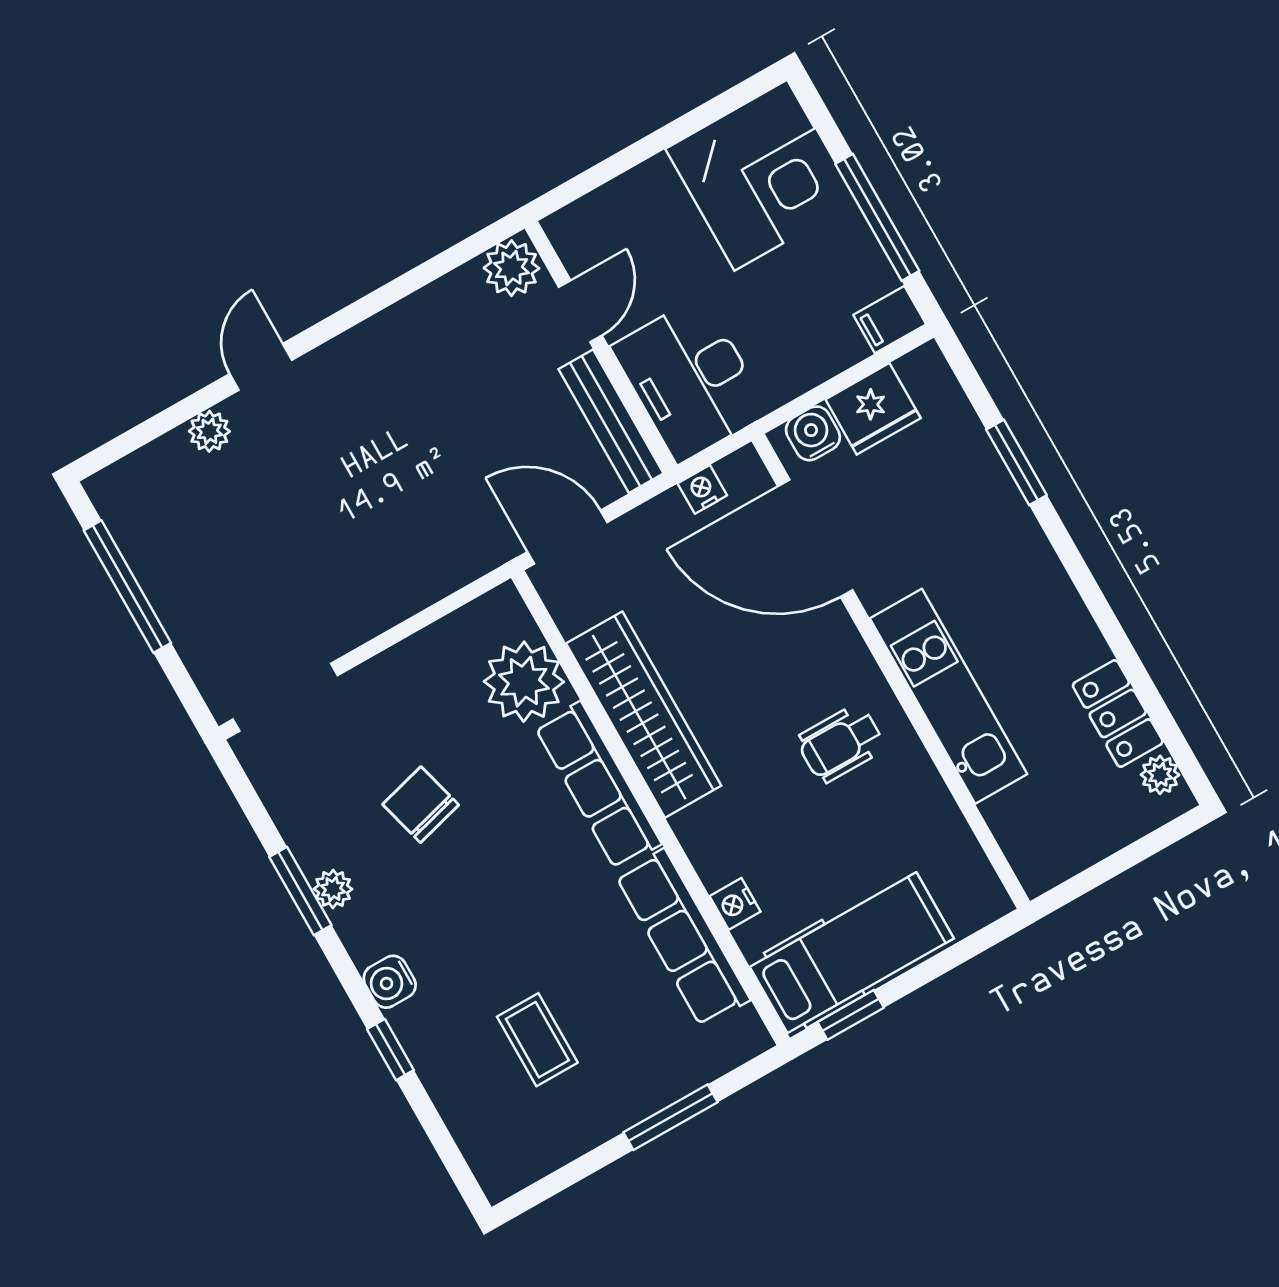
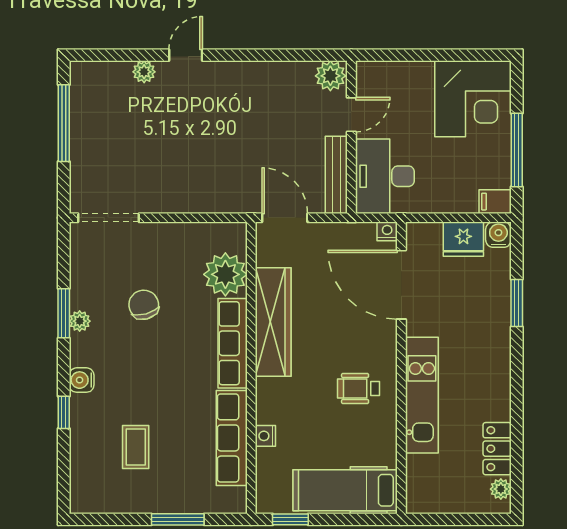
water cooler: (813, 433) -> (498, 235), moved
nightstand: (702, 489) -> (387, 231), moved
hospital bed: (852, 953) -> (345, 490), moved, turned 180

